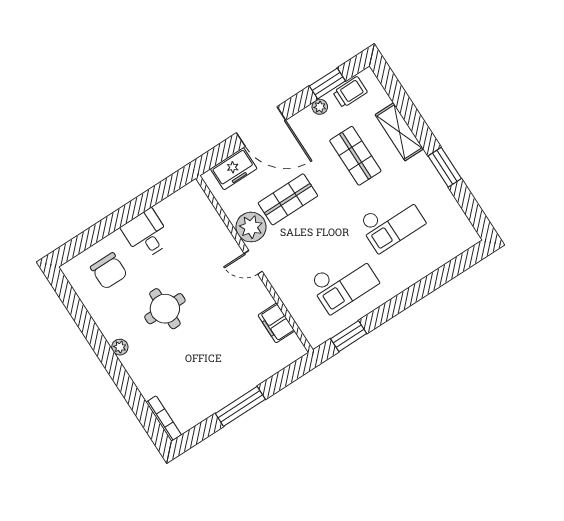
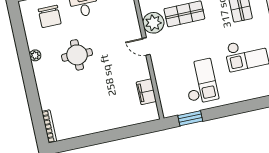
checkout: (344, 282) -> (200, 81), turned -90
plant: (120, 347) -> (35, 55), moved
window: (240, 406) -> (102, 137), removed

